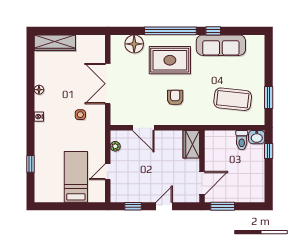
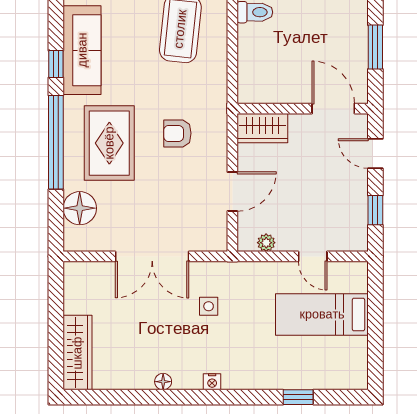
wardrobe: (191, 144) -> (262, 128), moved
wall: (202, 166) -> (303, 109), moved
door: (202, 183) -> (333, 109), moved

